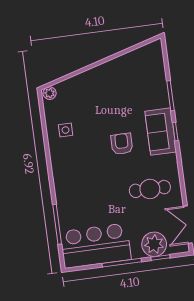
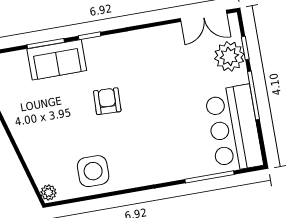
side table: (66, 130) -> (93, 171), width x1.87, depth x1.87
sofa: (161, 132) -> (57, 60), moved
armchair: (122, 144) -> (107, 101), turned 92
cafe table: (150, 189) -> (161, 64), removed

